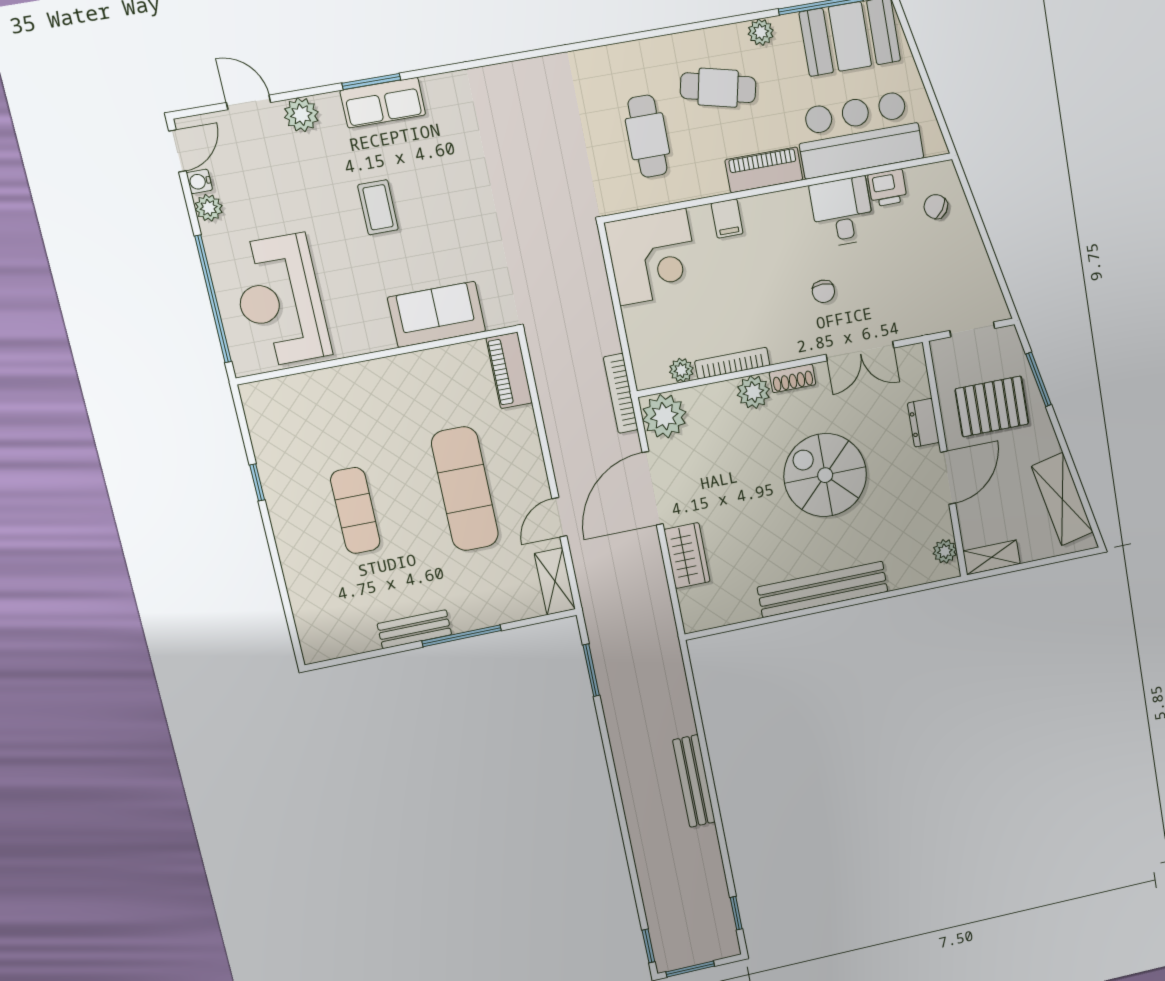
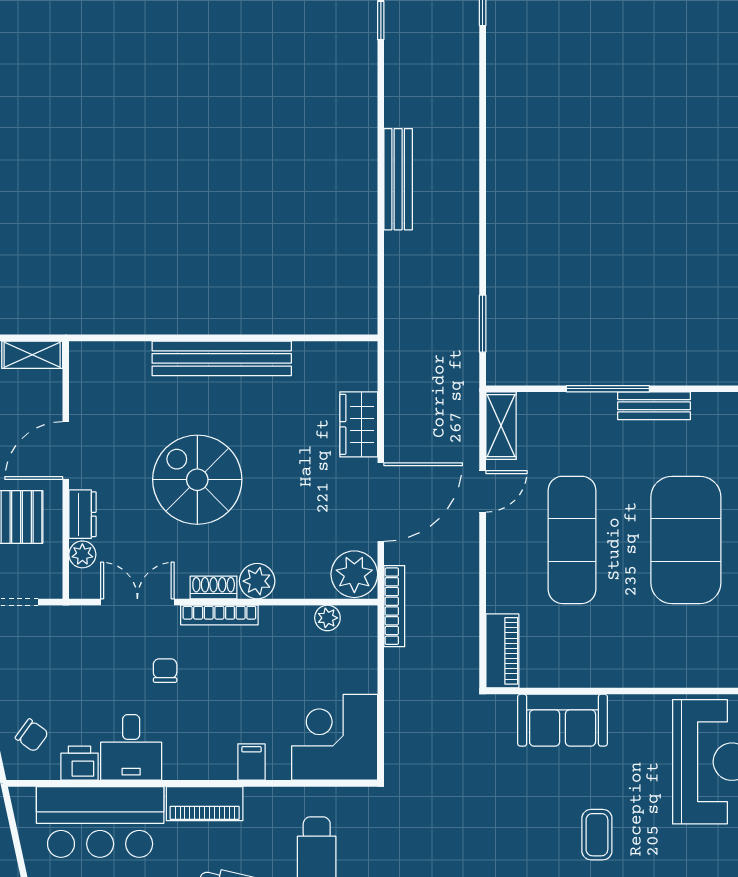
bookcase: (732, 363) -> (219, 615), moved
spiral stairs: (825, 475) -> (197, 480), turned 180
exercise mat: (355, 511) -> (686, 540), width x2.00, depth x1.45
plant: (945, 551) -> (82, 554), moved

